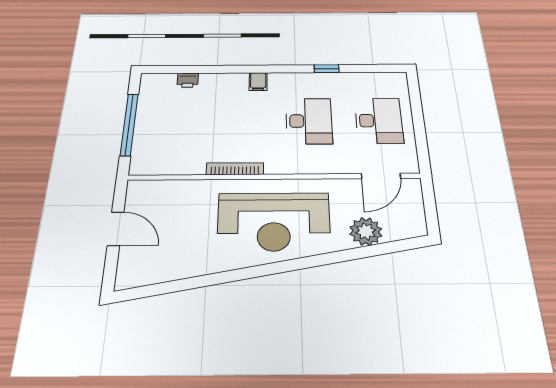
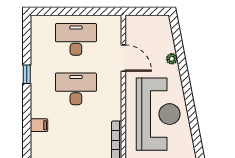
door: (381, 176) -> (123, 58), moved
plant: (366, 231) -> (172, 59), width x0.53, depth x0.53

